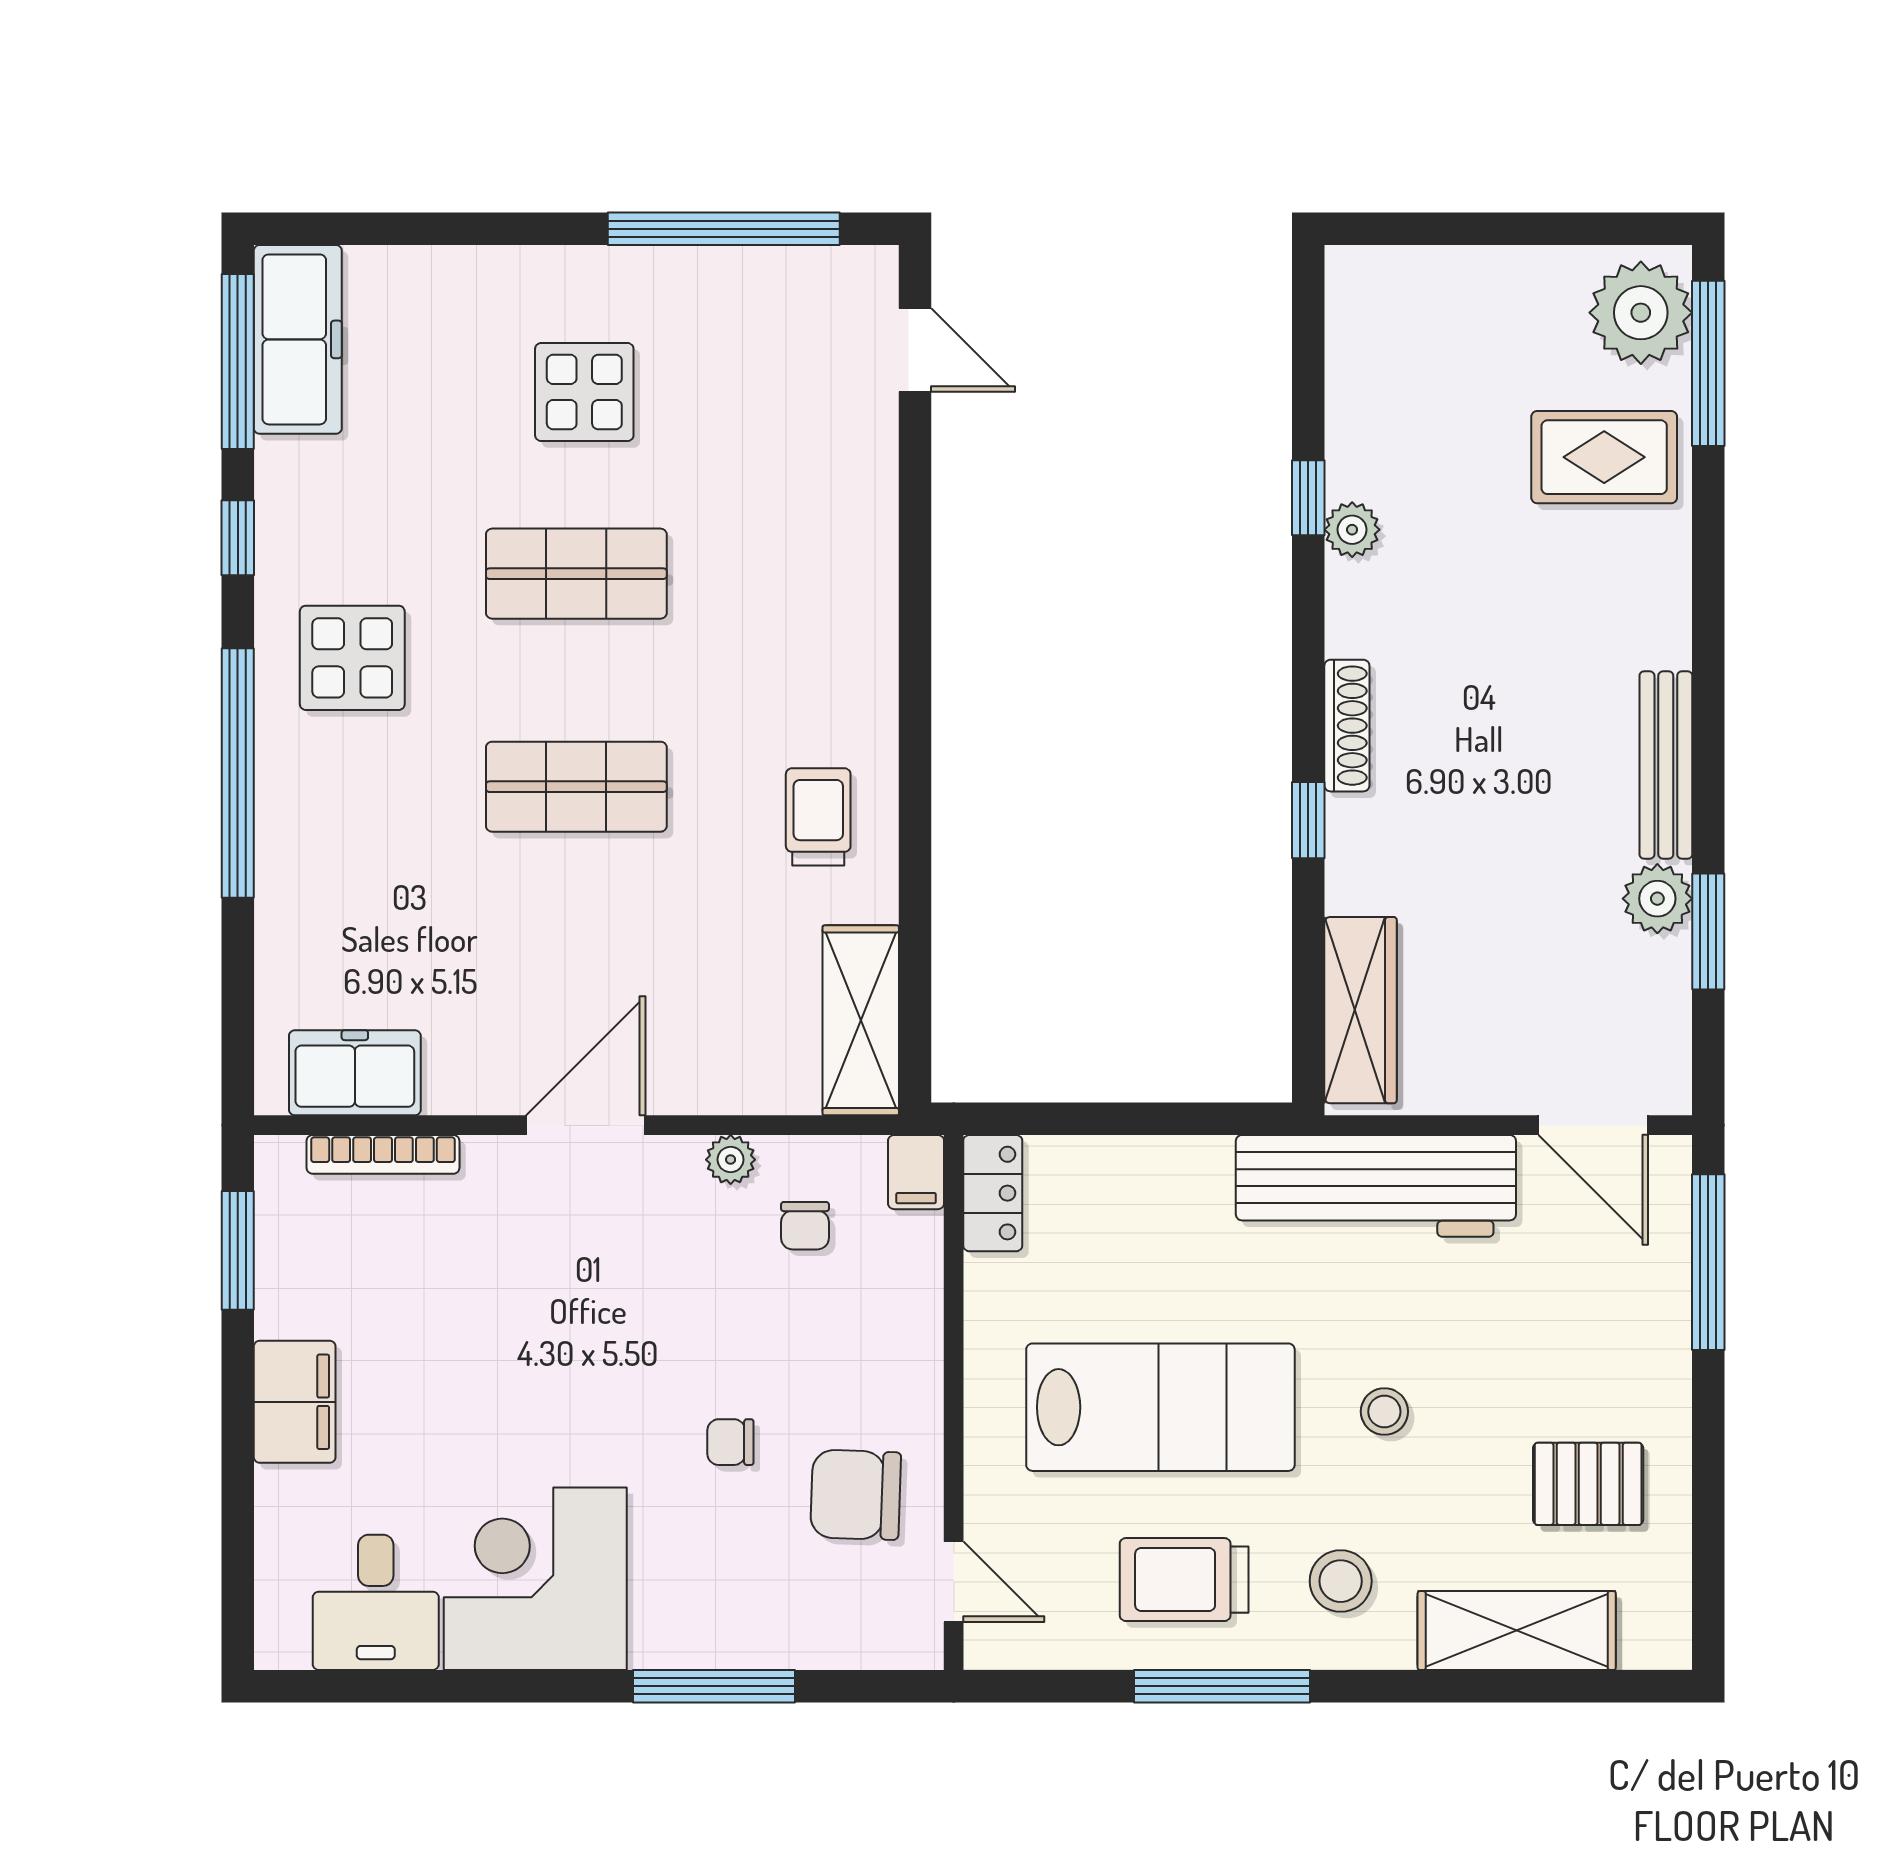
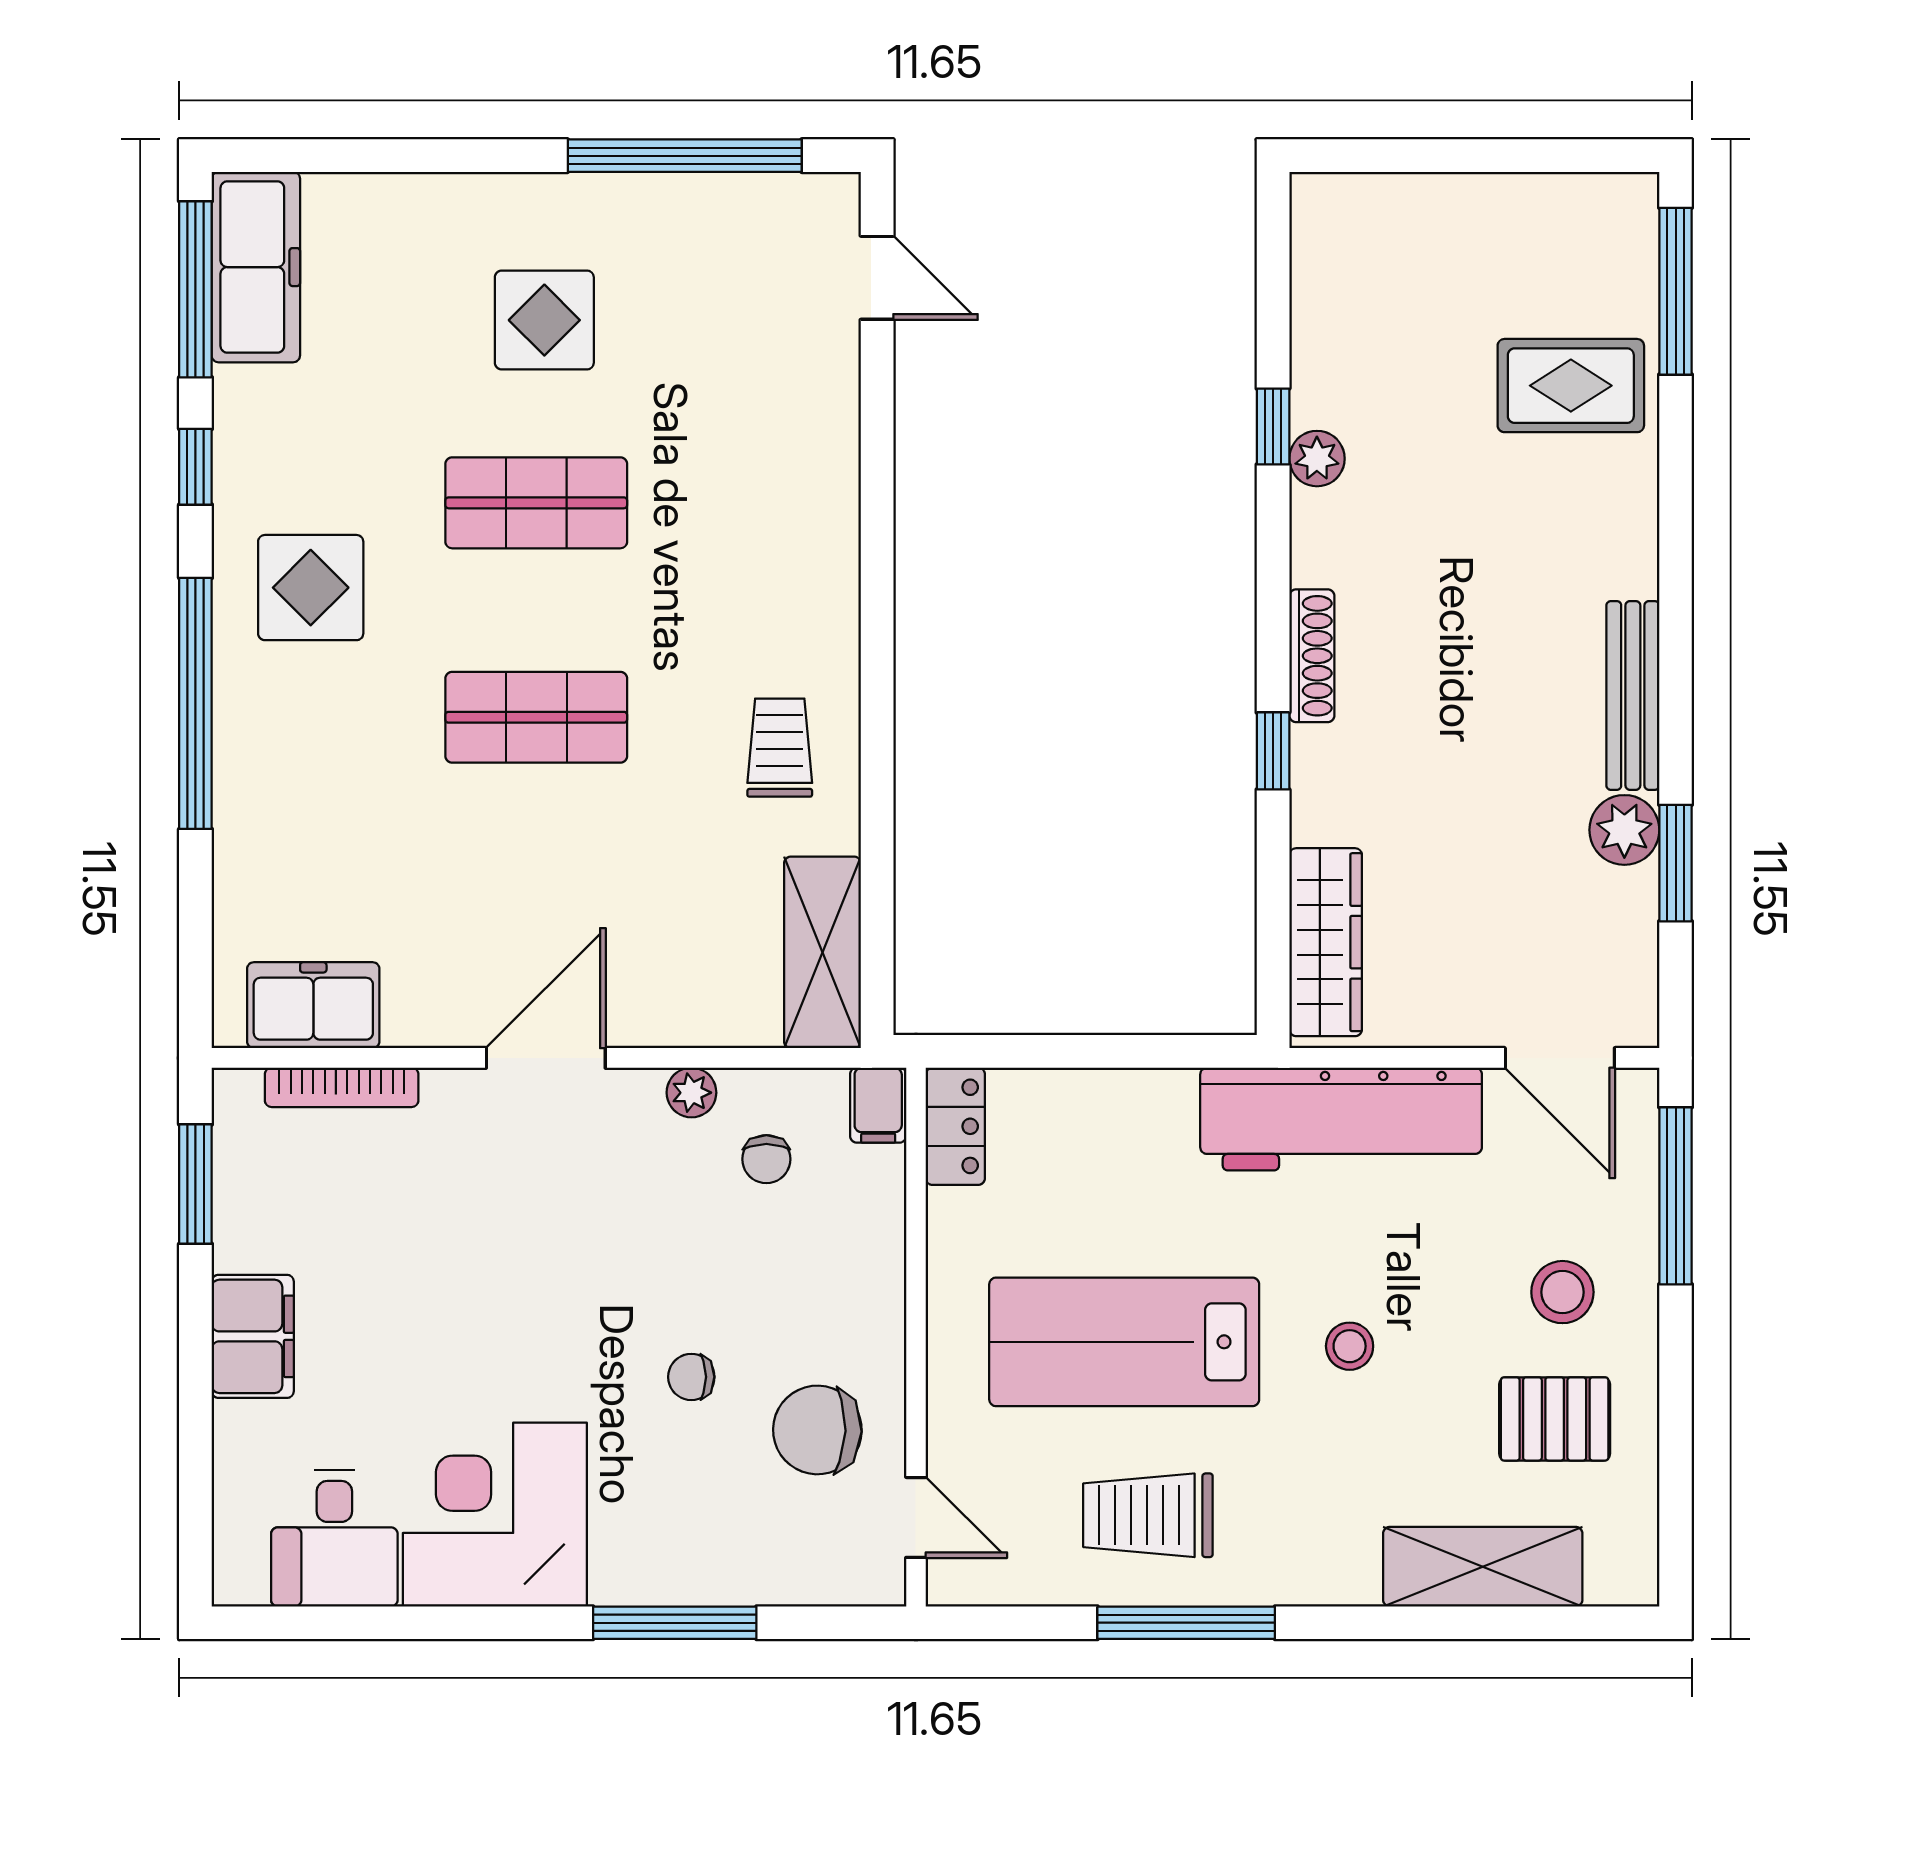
plant: (1641, 313) -> (1608, 240), removed
lab bench: (1160, 1407) -> (1124, 1342), turned 180
stool: (1341, 1581) -> (1562, 1292), moved

